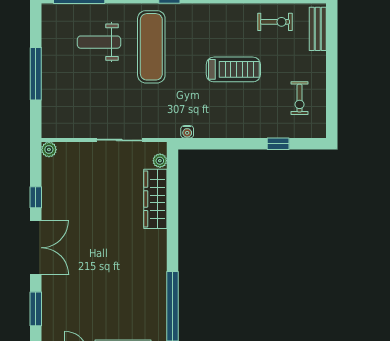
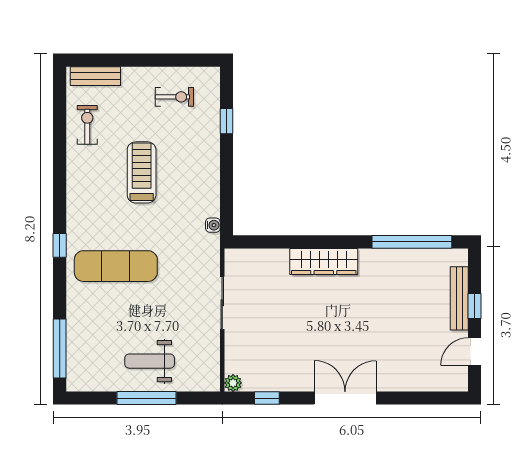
weight bench: (99, 42) -> (150, 361), moved, turned 90
plant: (160, 161) -> (246, 256), removed
window: (36, 197) -> (267, 398), moved
wardrobe: (155, 199) -> (324, 261), moved
window: (36, 309) -> (415, 398), removed

